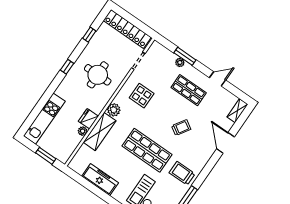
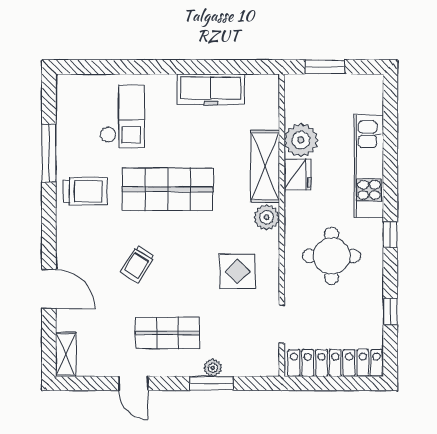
door: (217, 79) -> (133, 383), hinge flipped
kitchen unit: (44, 119) -> (369, 166), moved
plant: (83, 131) -> (301, 140), width x1.88, depth x1.88

